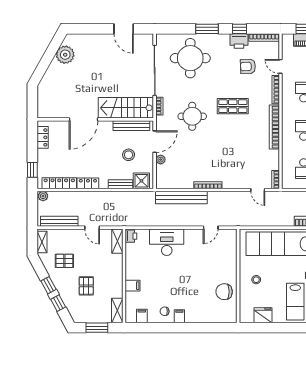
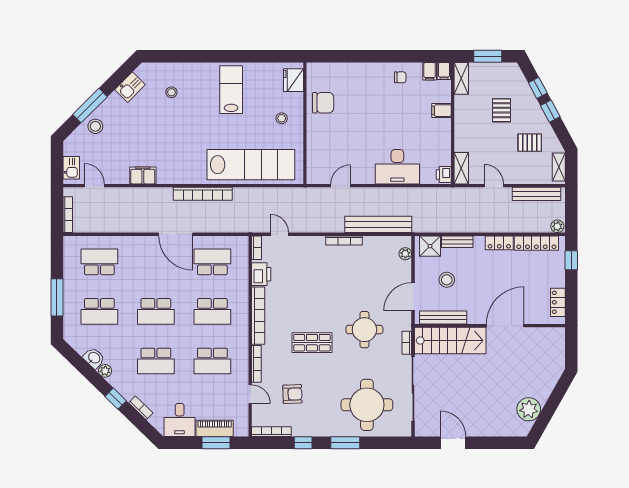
printer: (239, 41) -> (261, 274), moved, turned 90
plant: (161, 160) -> (405, 254), moved
fridge: (263, 315) -> (294, 80), moved, turned 90
filing cabinet: (179, 316) -> (444, 71), moved

